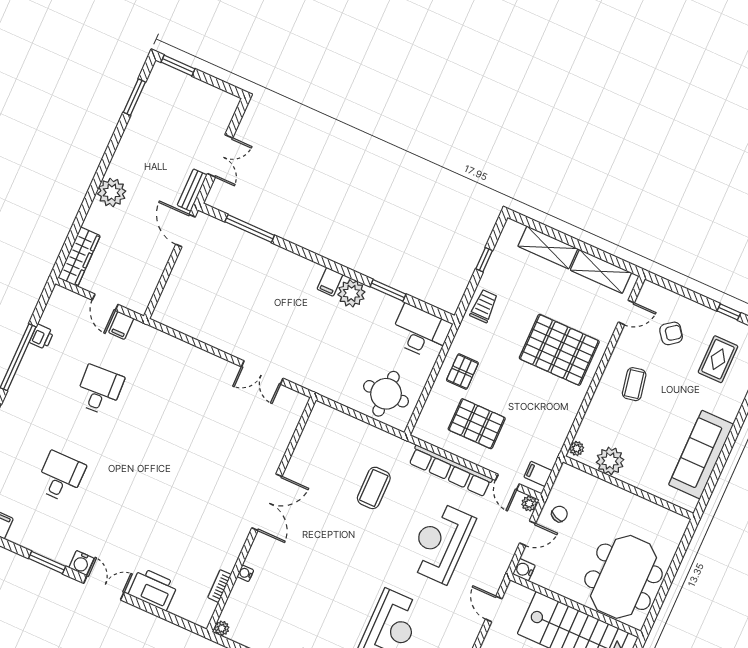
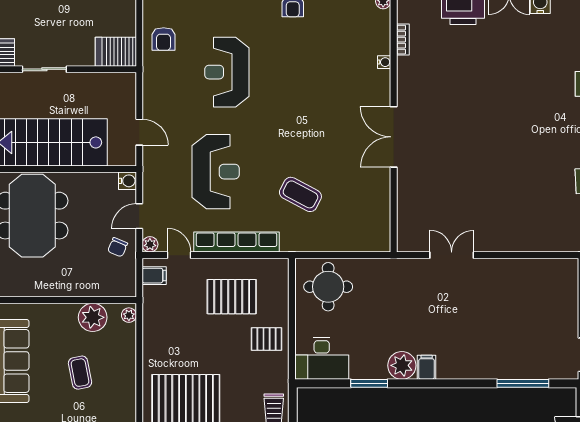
pallet: (462, 372) -> (267, 339), turned 90
coffee table: (634, 384) -> (80, 373), moved
coffee table: (374, 488) -> (300, 194), turned -62

